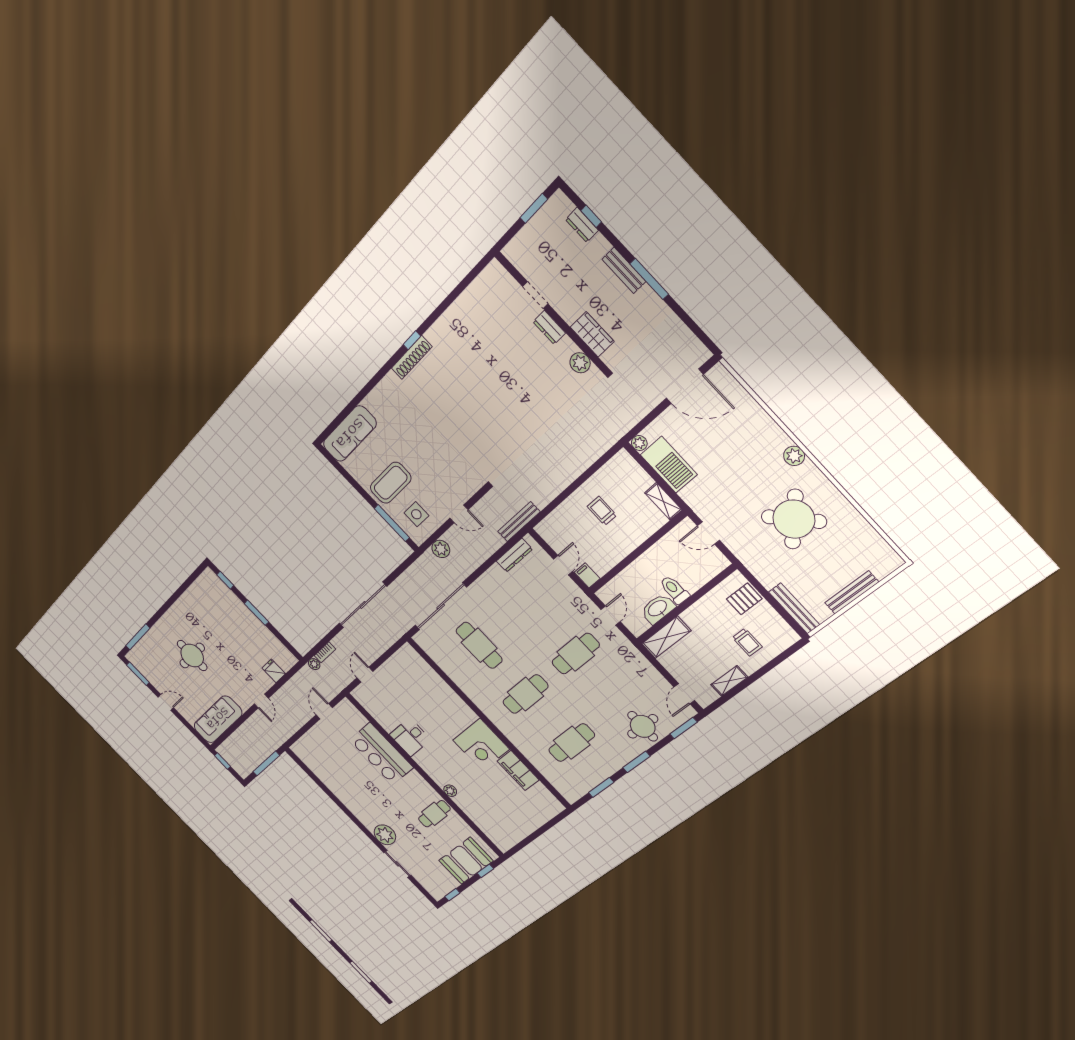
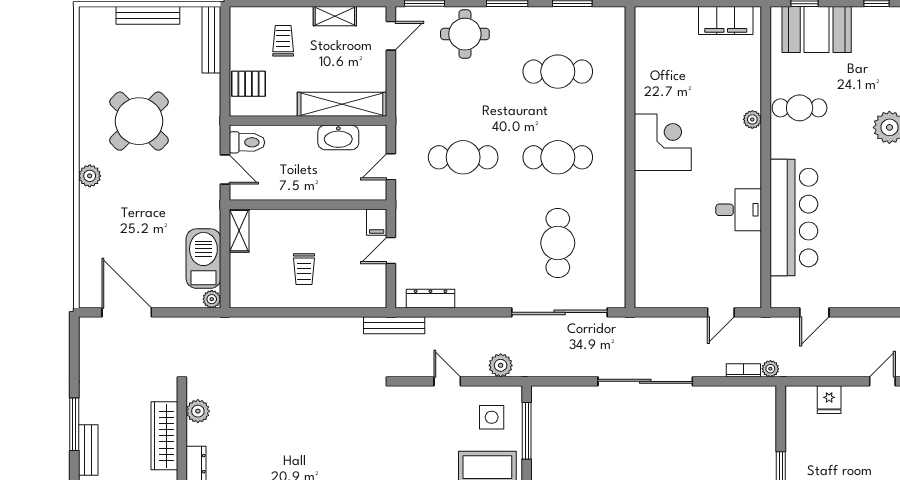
wardrobe: (592, 334) -> (164, 436), width x1.50
toilet: (674, 590) -> (247, 142), moved, turned -90
shelving: (666, 637) -> (342, 104), width x1.47
bar counter: (381, 754) -> (794, 218), width x1.36
filing cabinet: (518, 771) -> (726, 21), moved, turned 90

